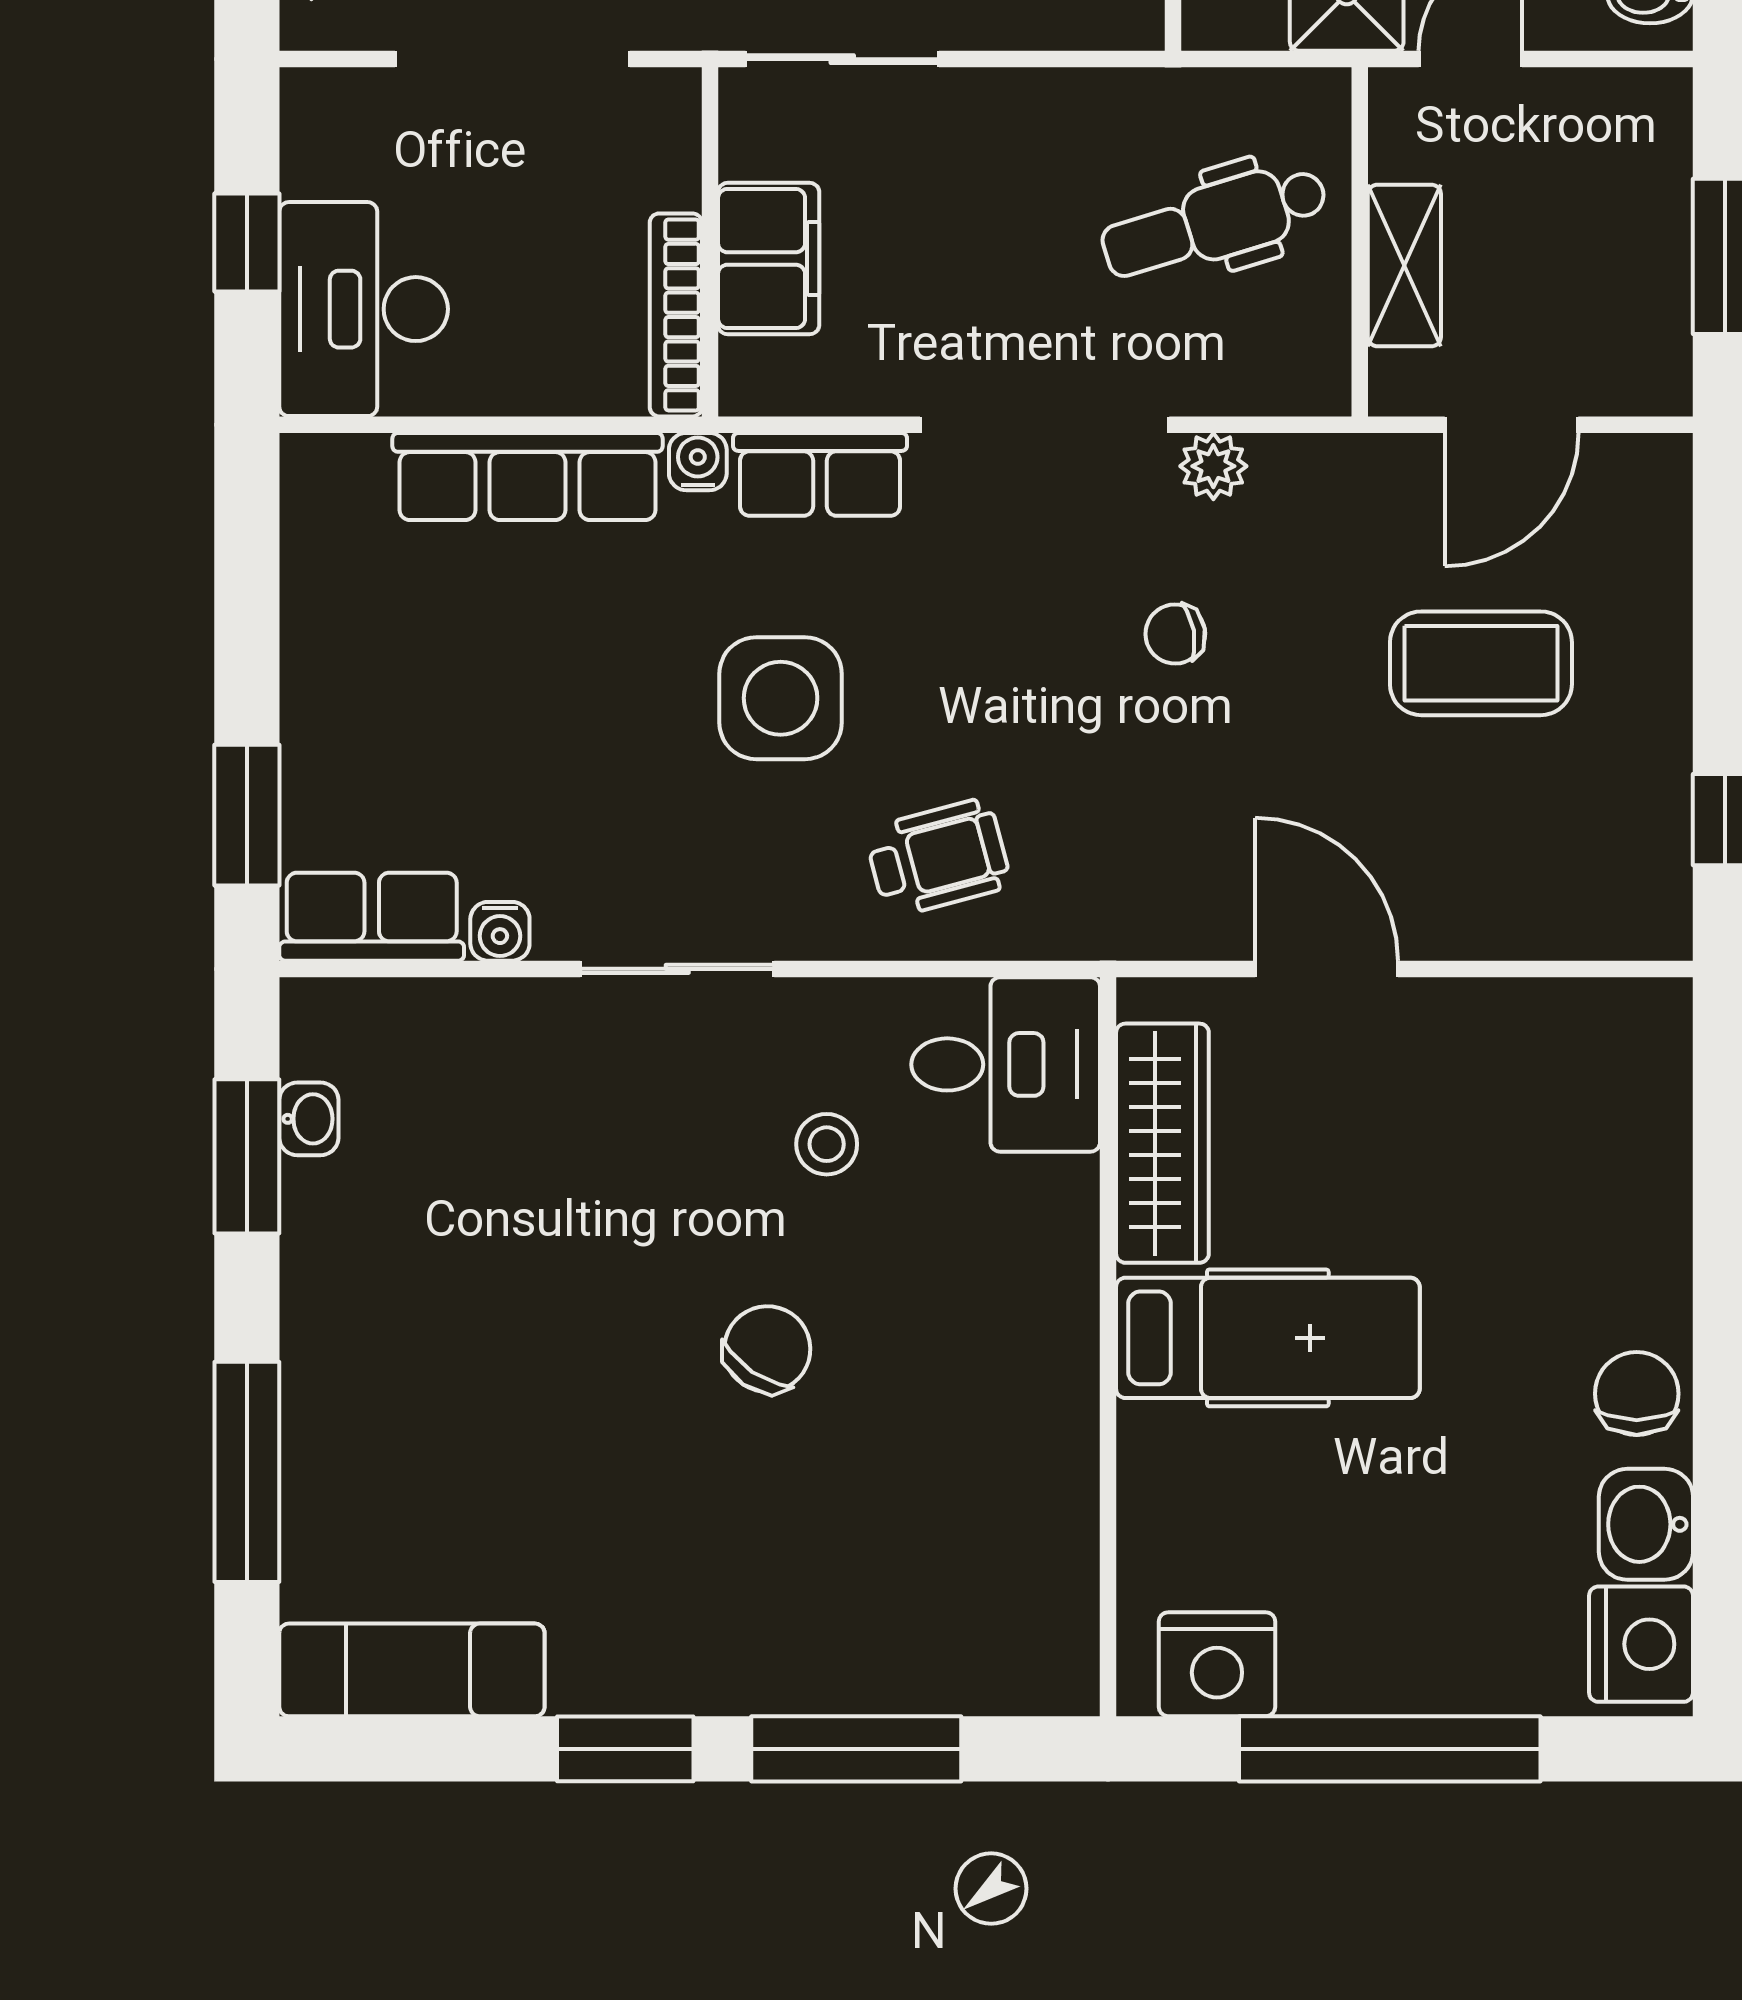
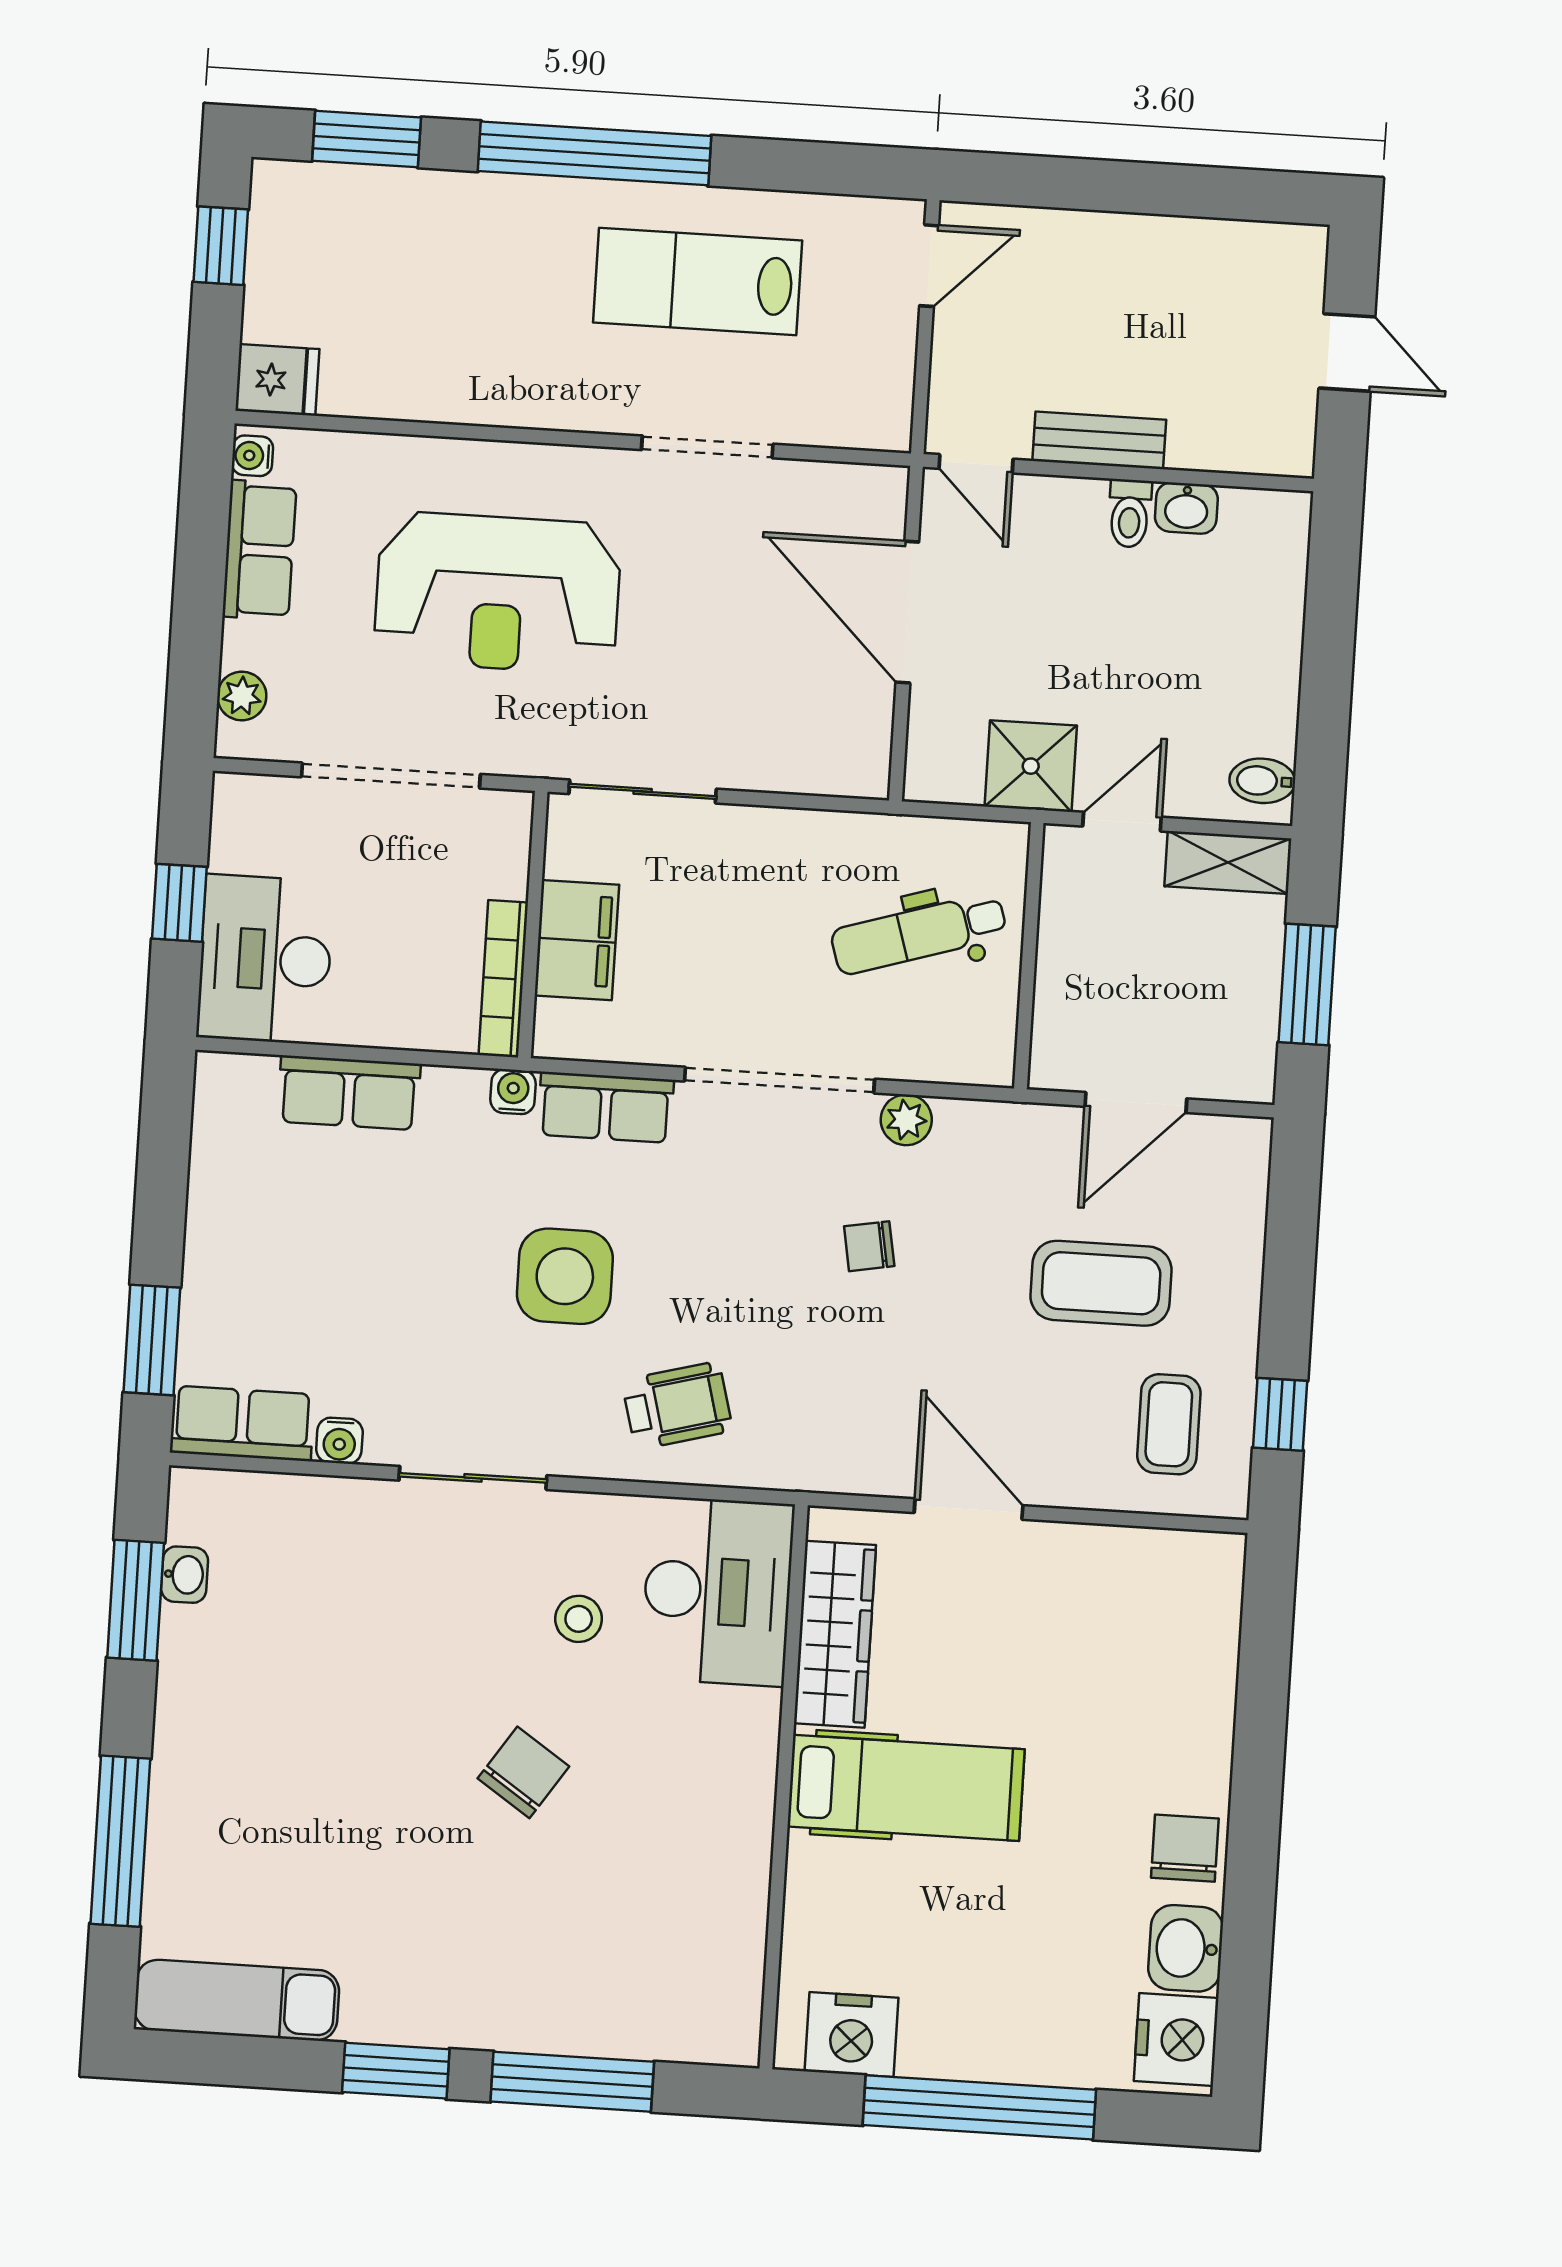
shelving: (1404, 265) -> (1228, 862), moved, turned 90
row of seats: (527, 476) -> (349, 1093), width x0.68
coffee table: (1581, 842) -> (1169, 1424), added
desk: (1006, 1064) -> (717, 1591), width x1.37

